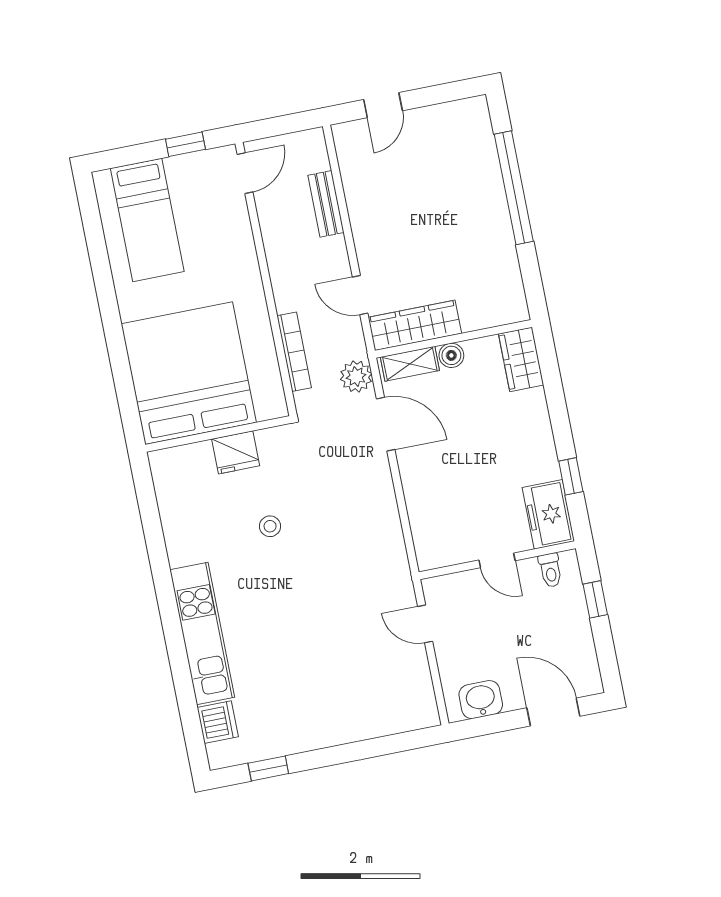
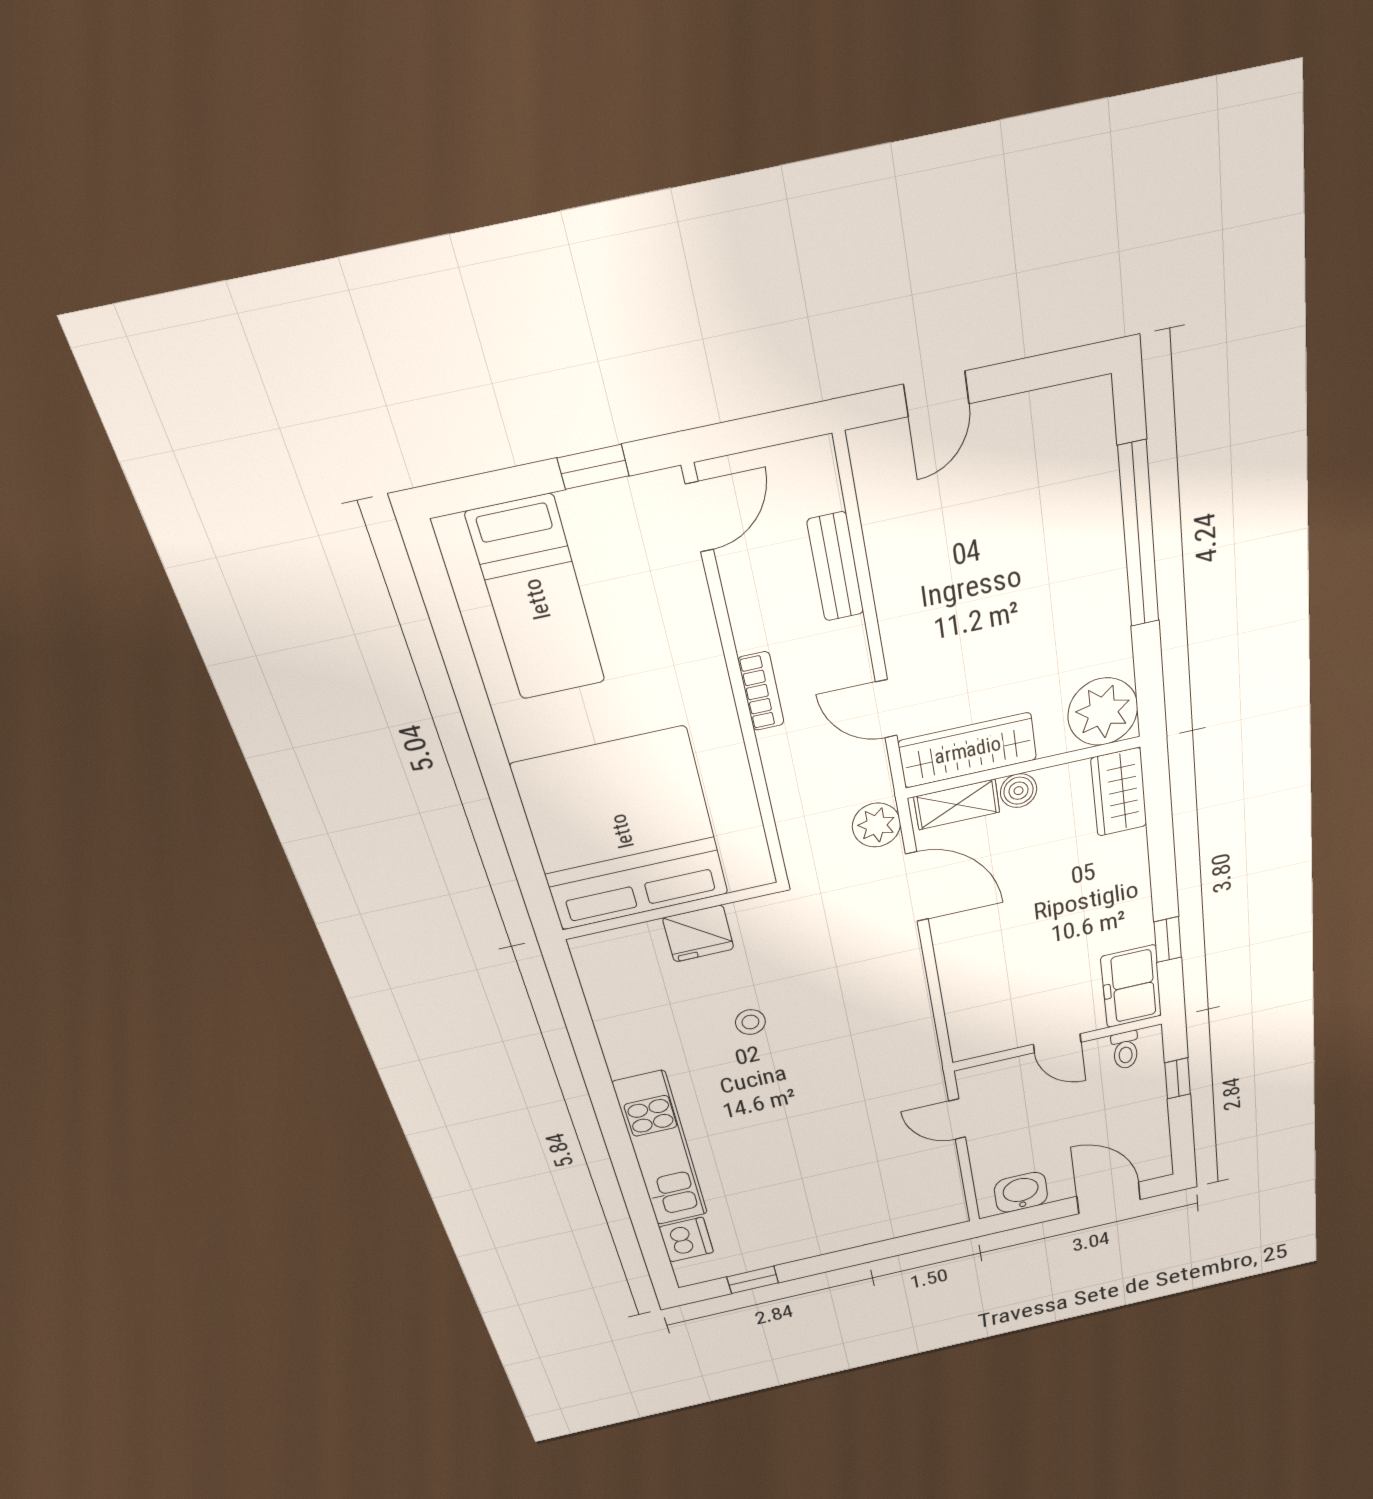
plant: (503, 302) -> (1103, 712), added
bookcase: (294, 352) -> (761, 691), moved, width x0.64

